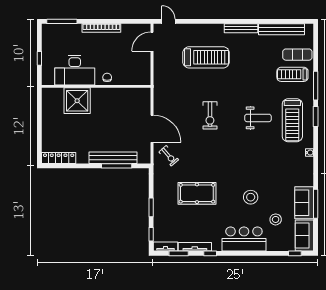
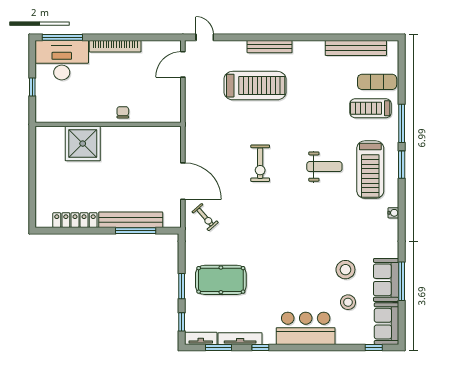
bench: (241, 28) -> (270, 47), moved
desk: (75, 70) -> (62, 60), moved, turned 180
locker: (59, 158) -> (75, 220), moved
pool table: (197, 193) -> (221, 280), moved
stool: (251, 197) -> (345, 270), moved

